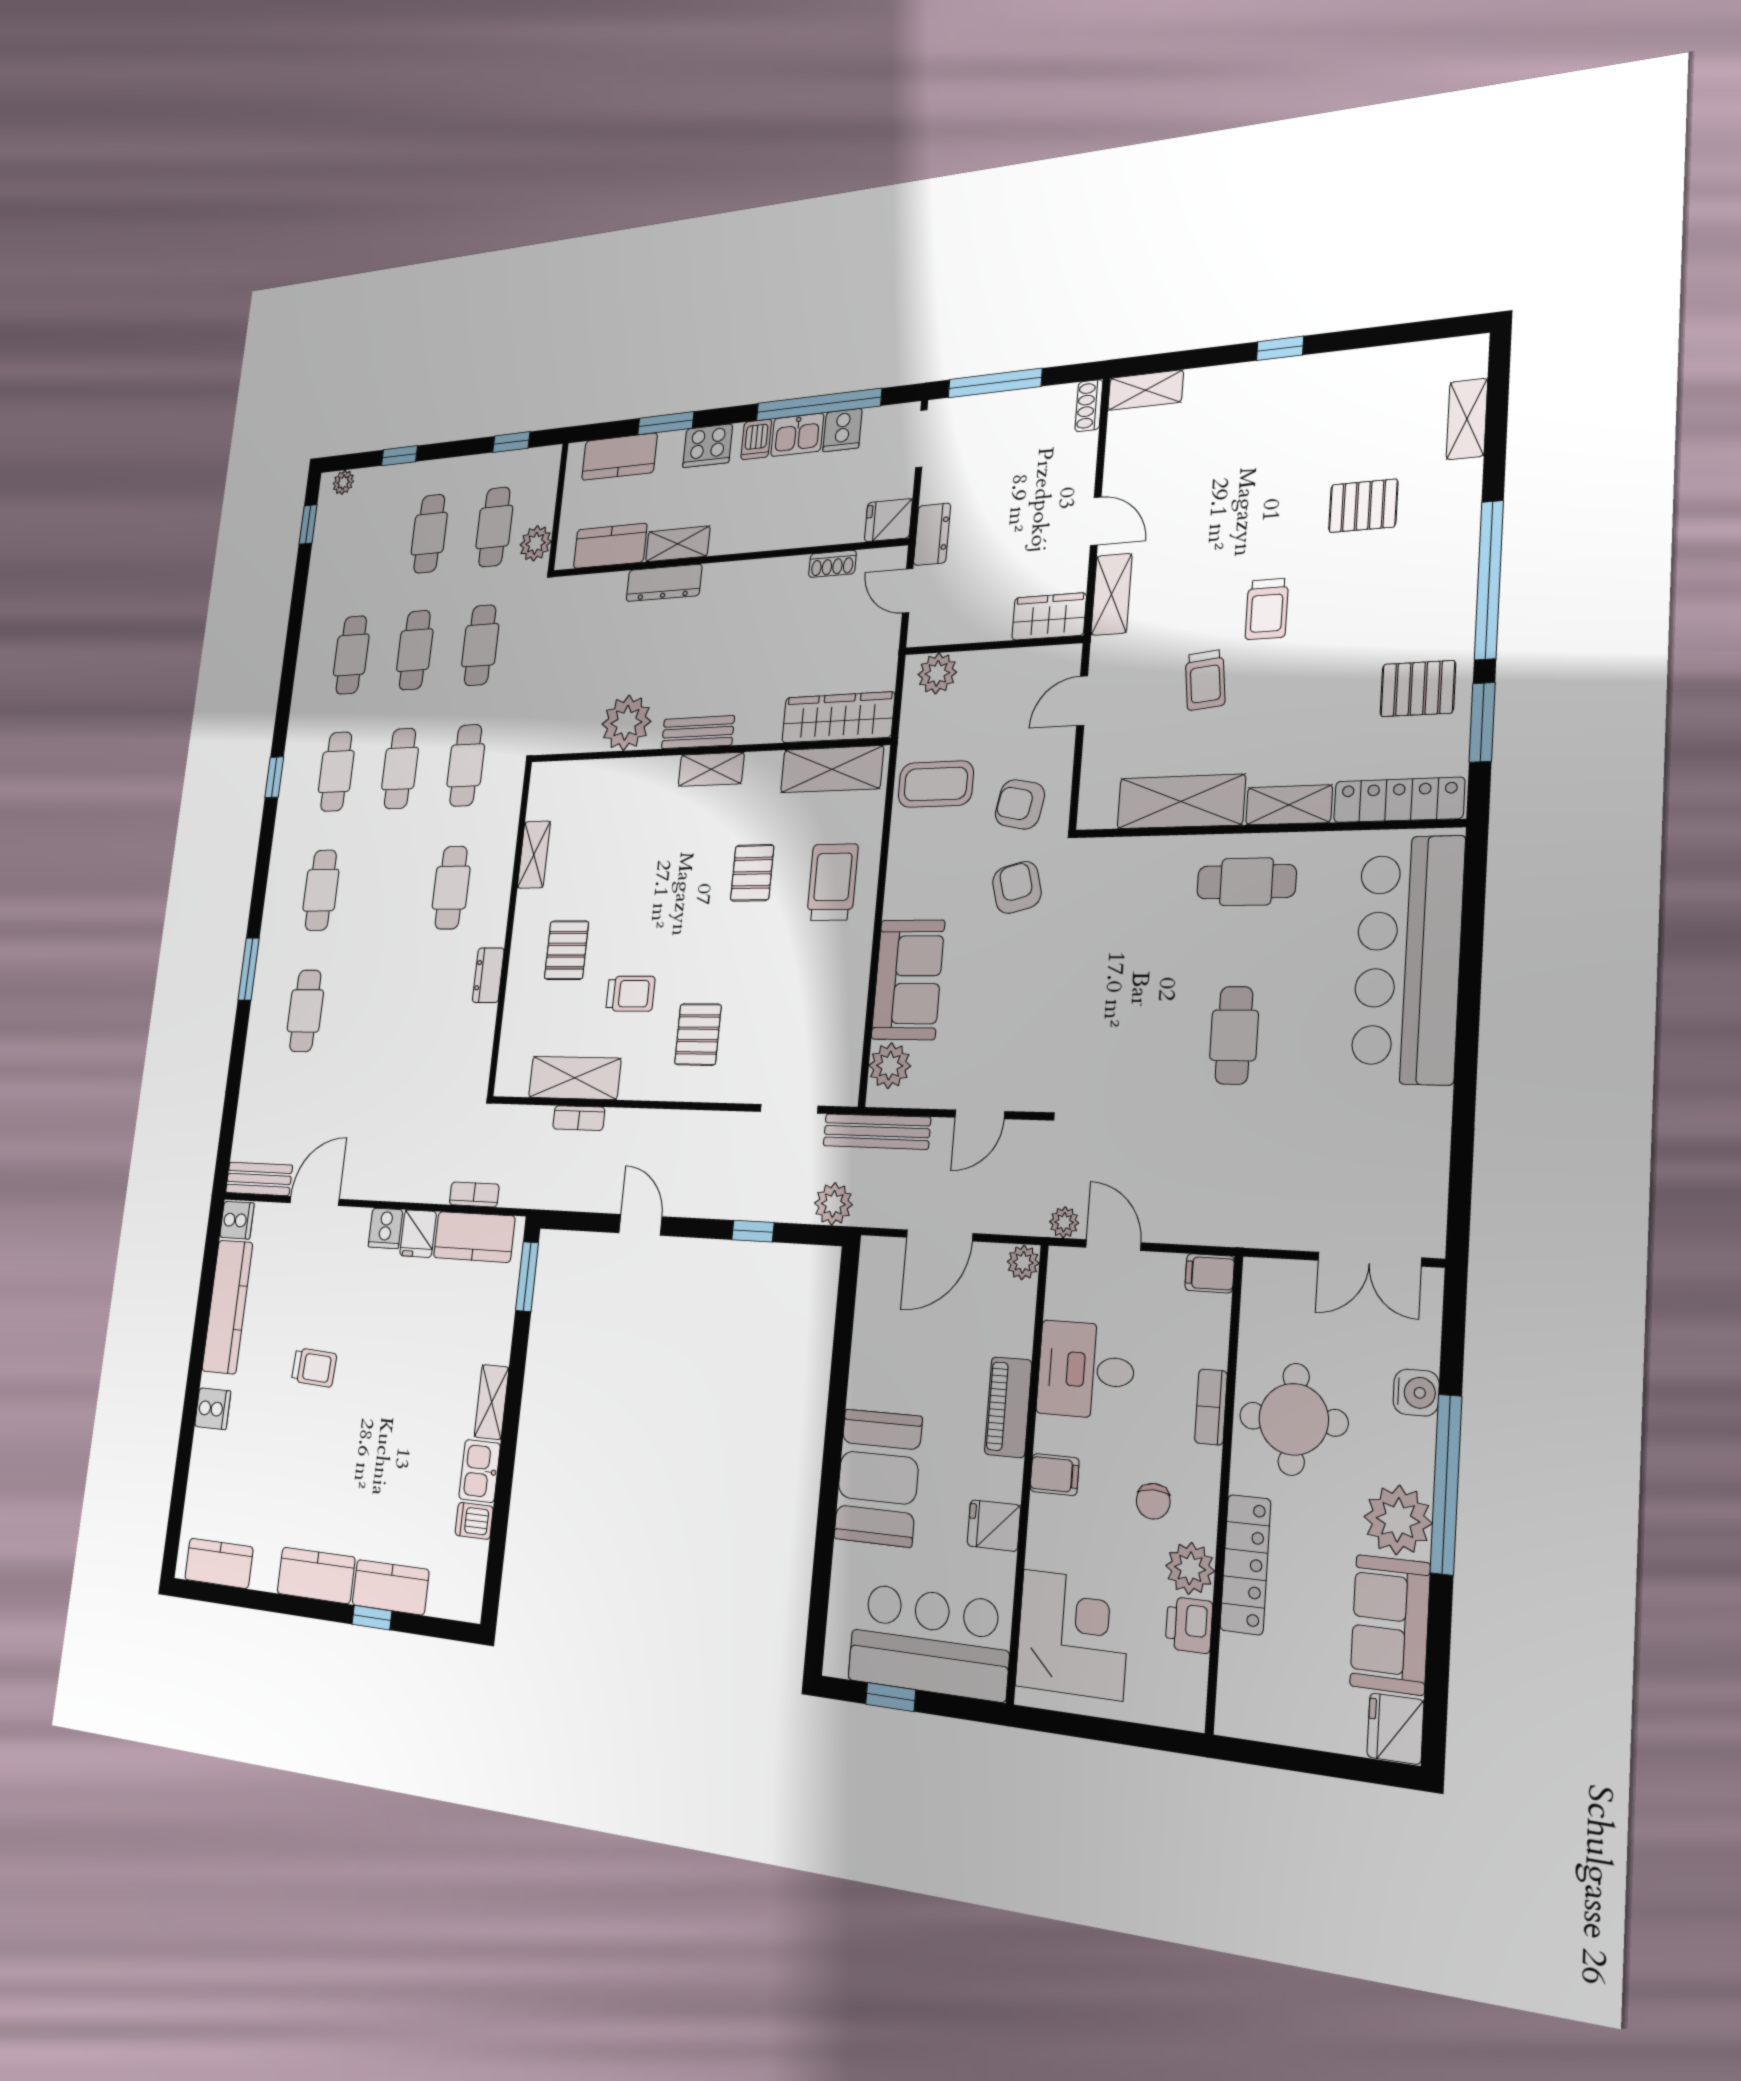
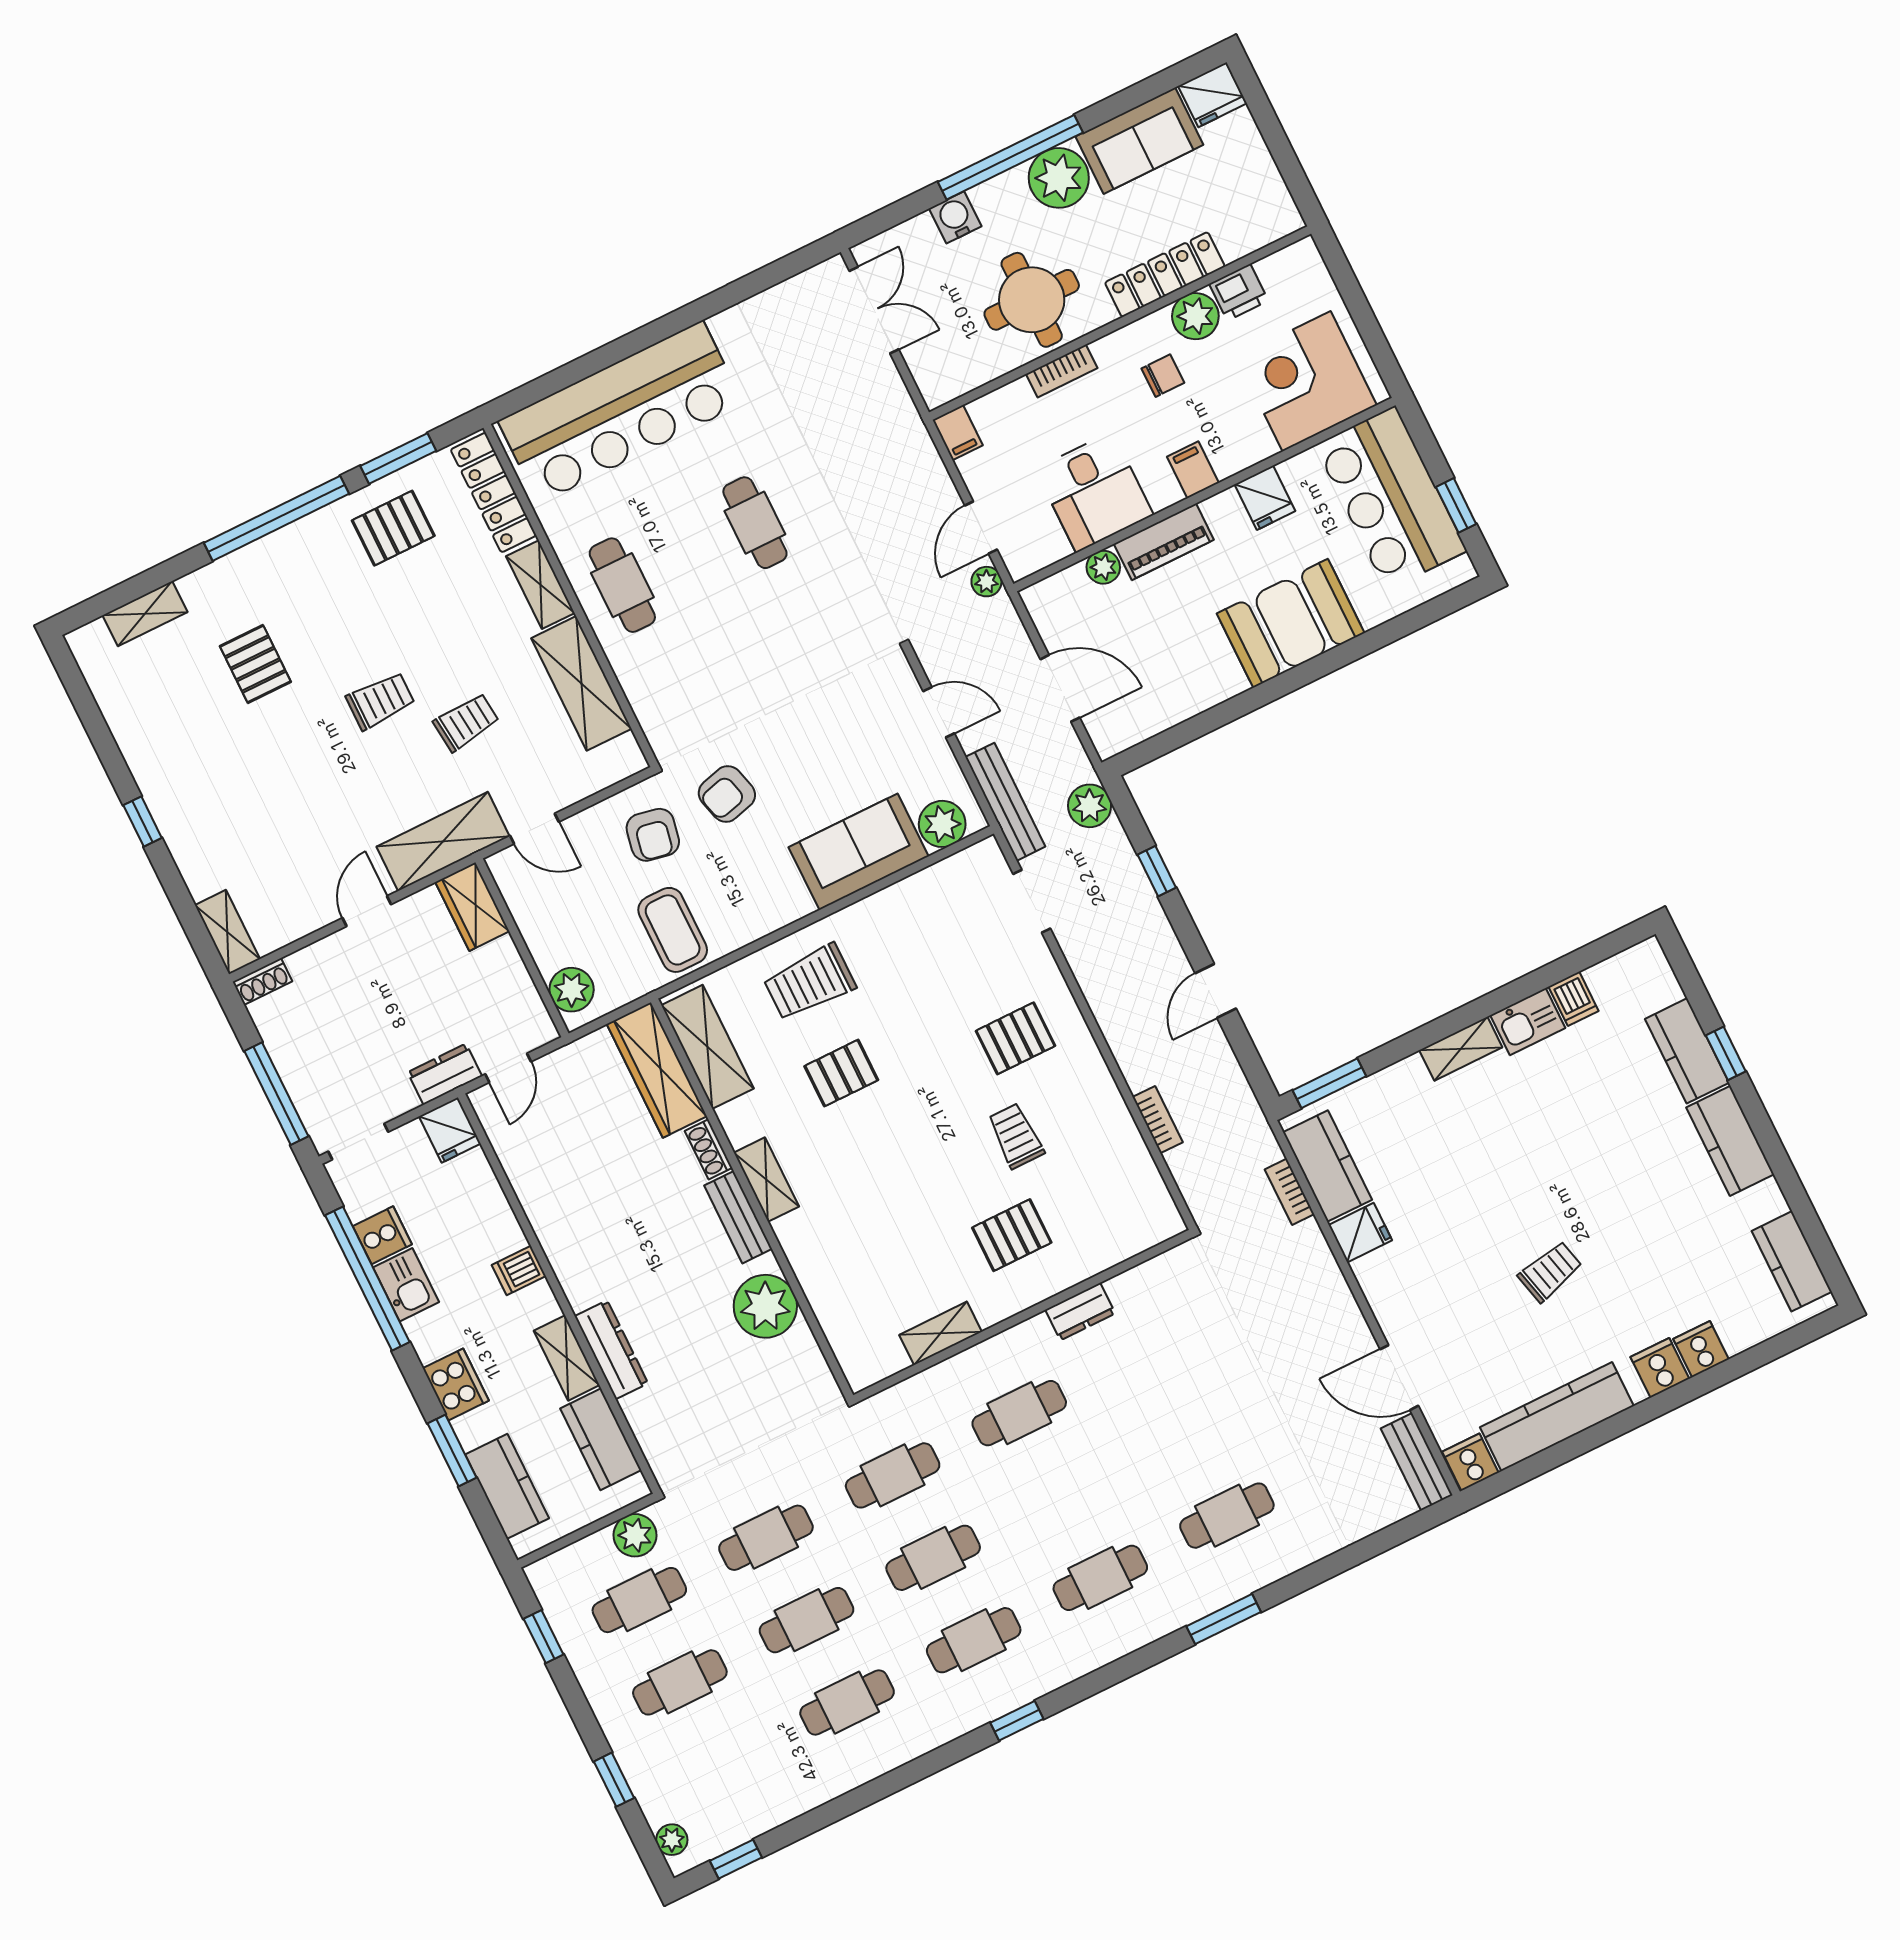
dishwasher: (756, 439) -> (519, 1270), moved, turned 180
shoe rack: (832, 564) -> (709, 1149), moved, turned 180
shelving: (1112, 594) -> (443, 841), width x1.50, depth x1.33
pallet: (1418, 689) -> (393, 528), turned 90
cafe table: (1234, 1035) -> (755, 523), turned 90
shelving: (575, 1078) -> (1124, 1148), removed
cooker: (385, 1228) -> (1701, 1349), moved, turned -90
plant: (1023, 1262) -> (1103, 567), moved
trolley: (314, 1367) -> (1550, 1272), turned 73

